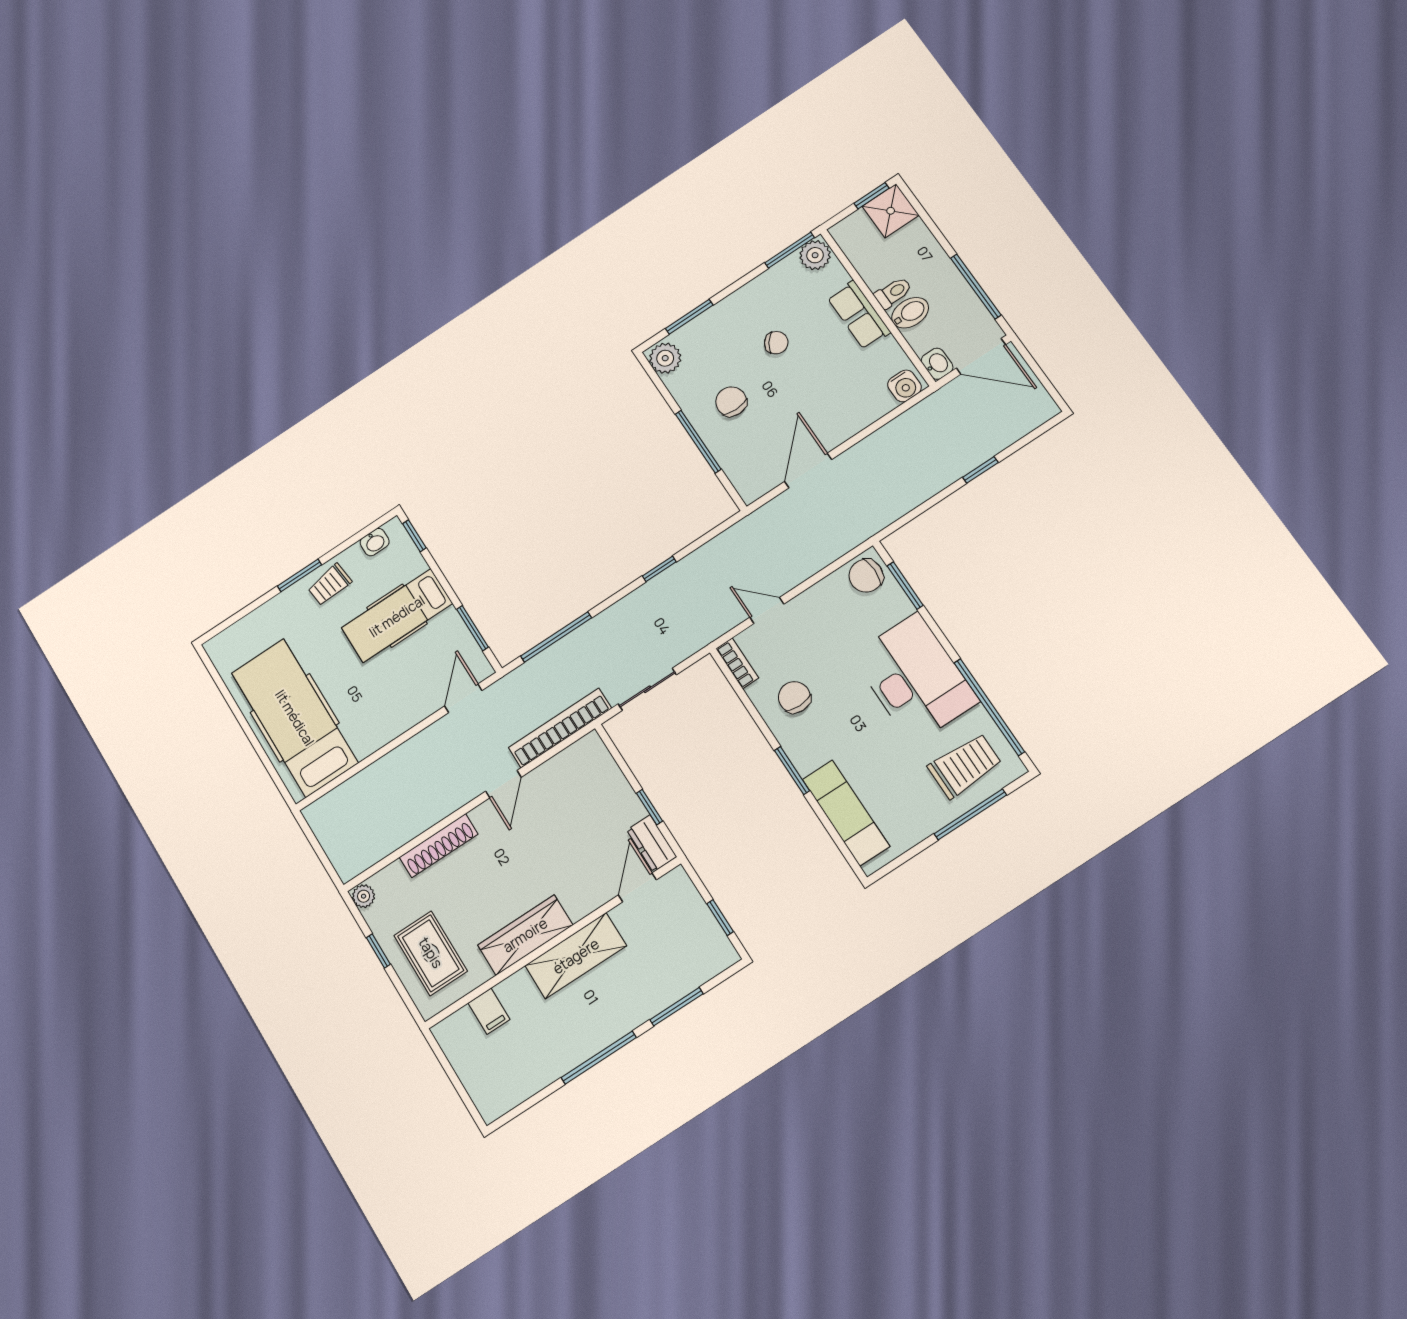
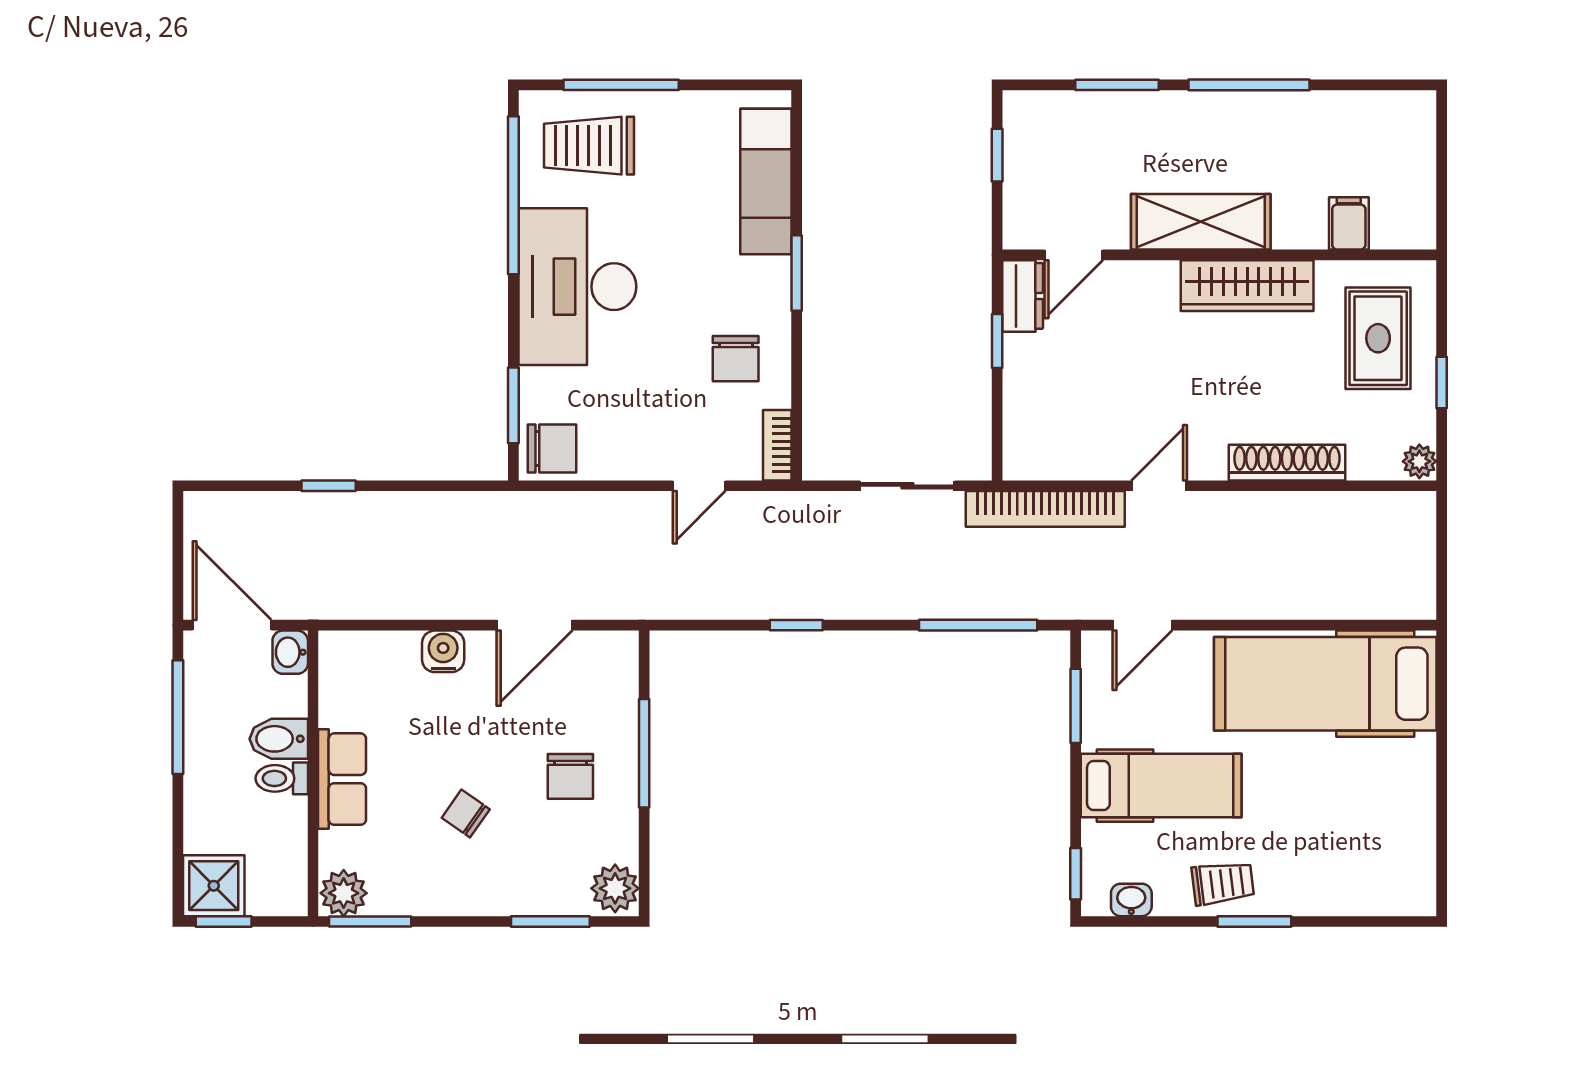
water cooler: (904, 386) -> (443, 651), moved
door: (767, 611) -> (699, 486), hinge flipped
hospital bed: (295, 718) -> (1325, 684), moved, turned 90

